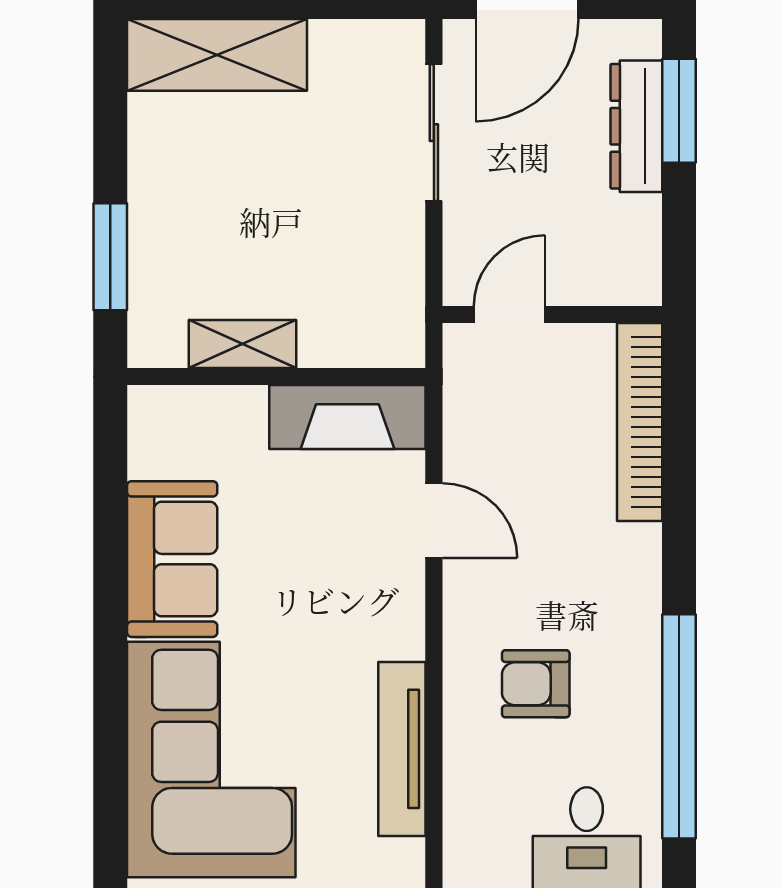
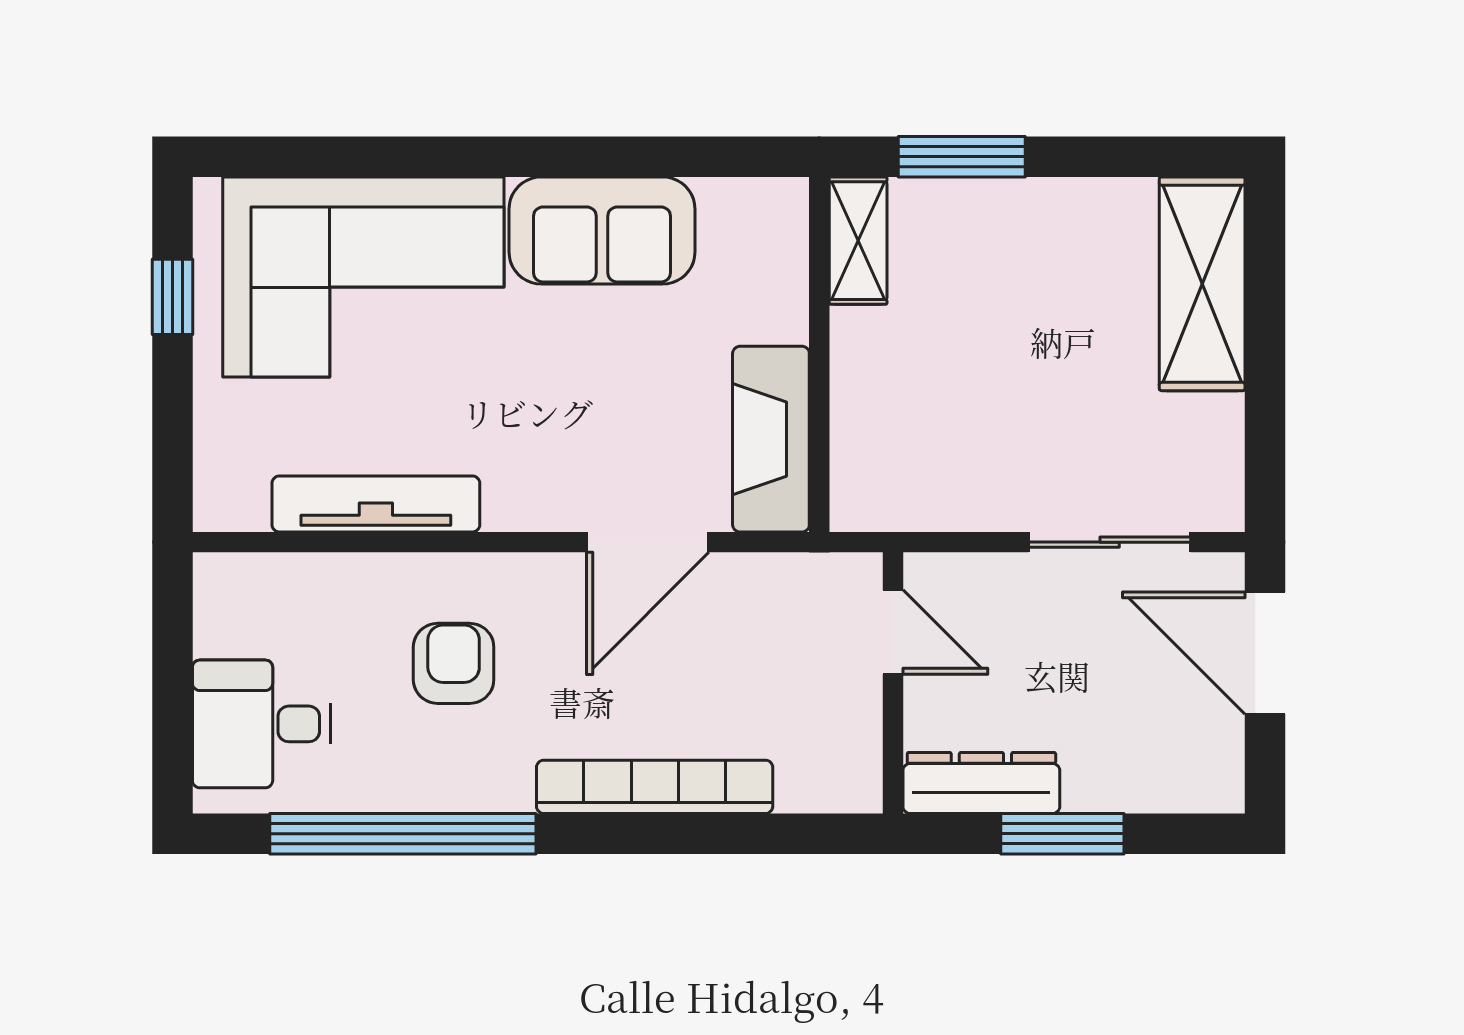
window: (679, 111) -> (1062, 834), moved
dresser: (636, 126) -> (981, 783), moved
shelving: (242, 344) -> (858, 241), moved
bookcase: (640, 422) -> (655, 787), moved
door: (434, 521) -> (648, 542), width x1.38

